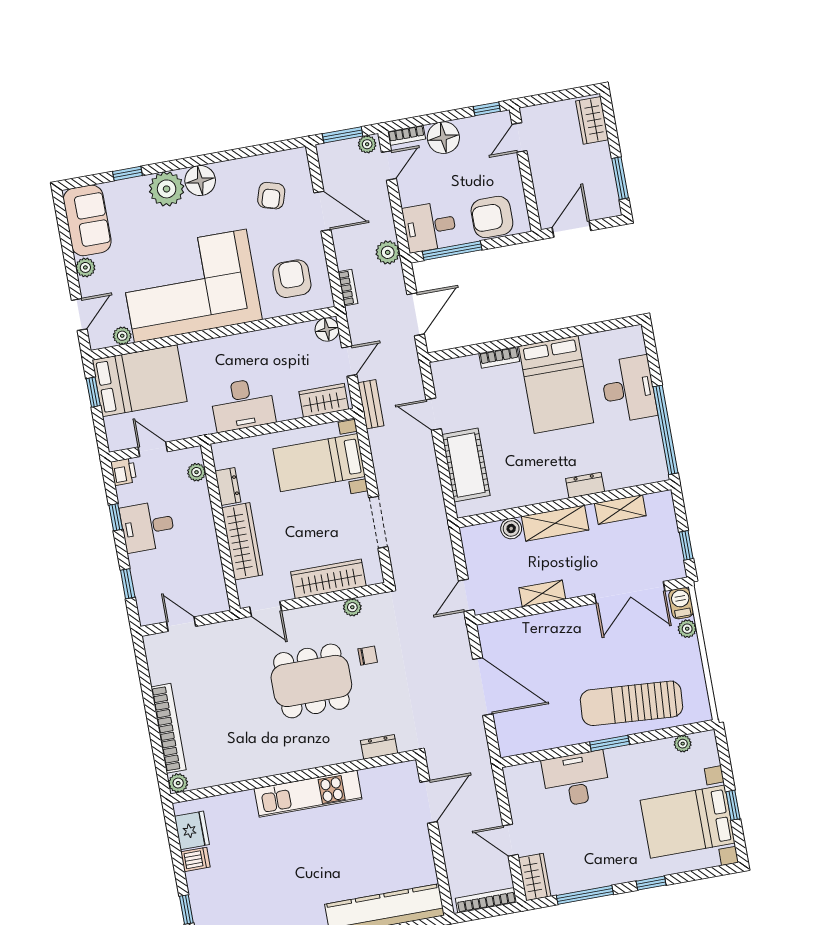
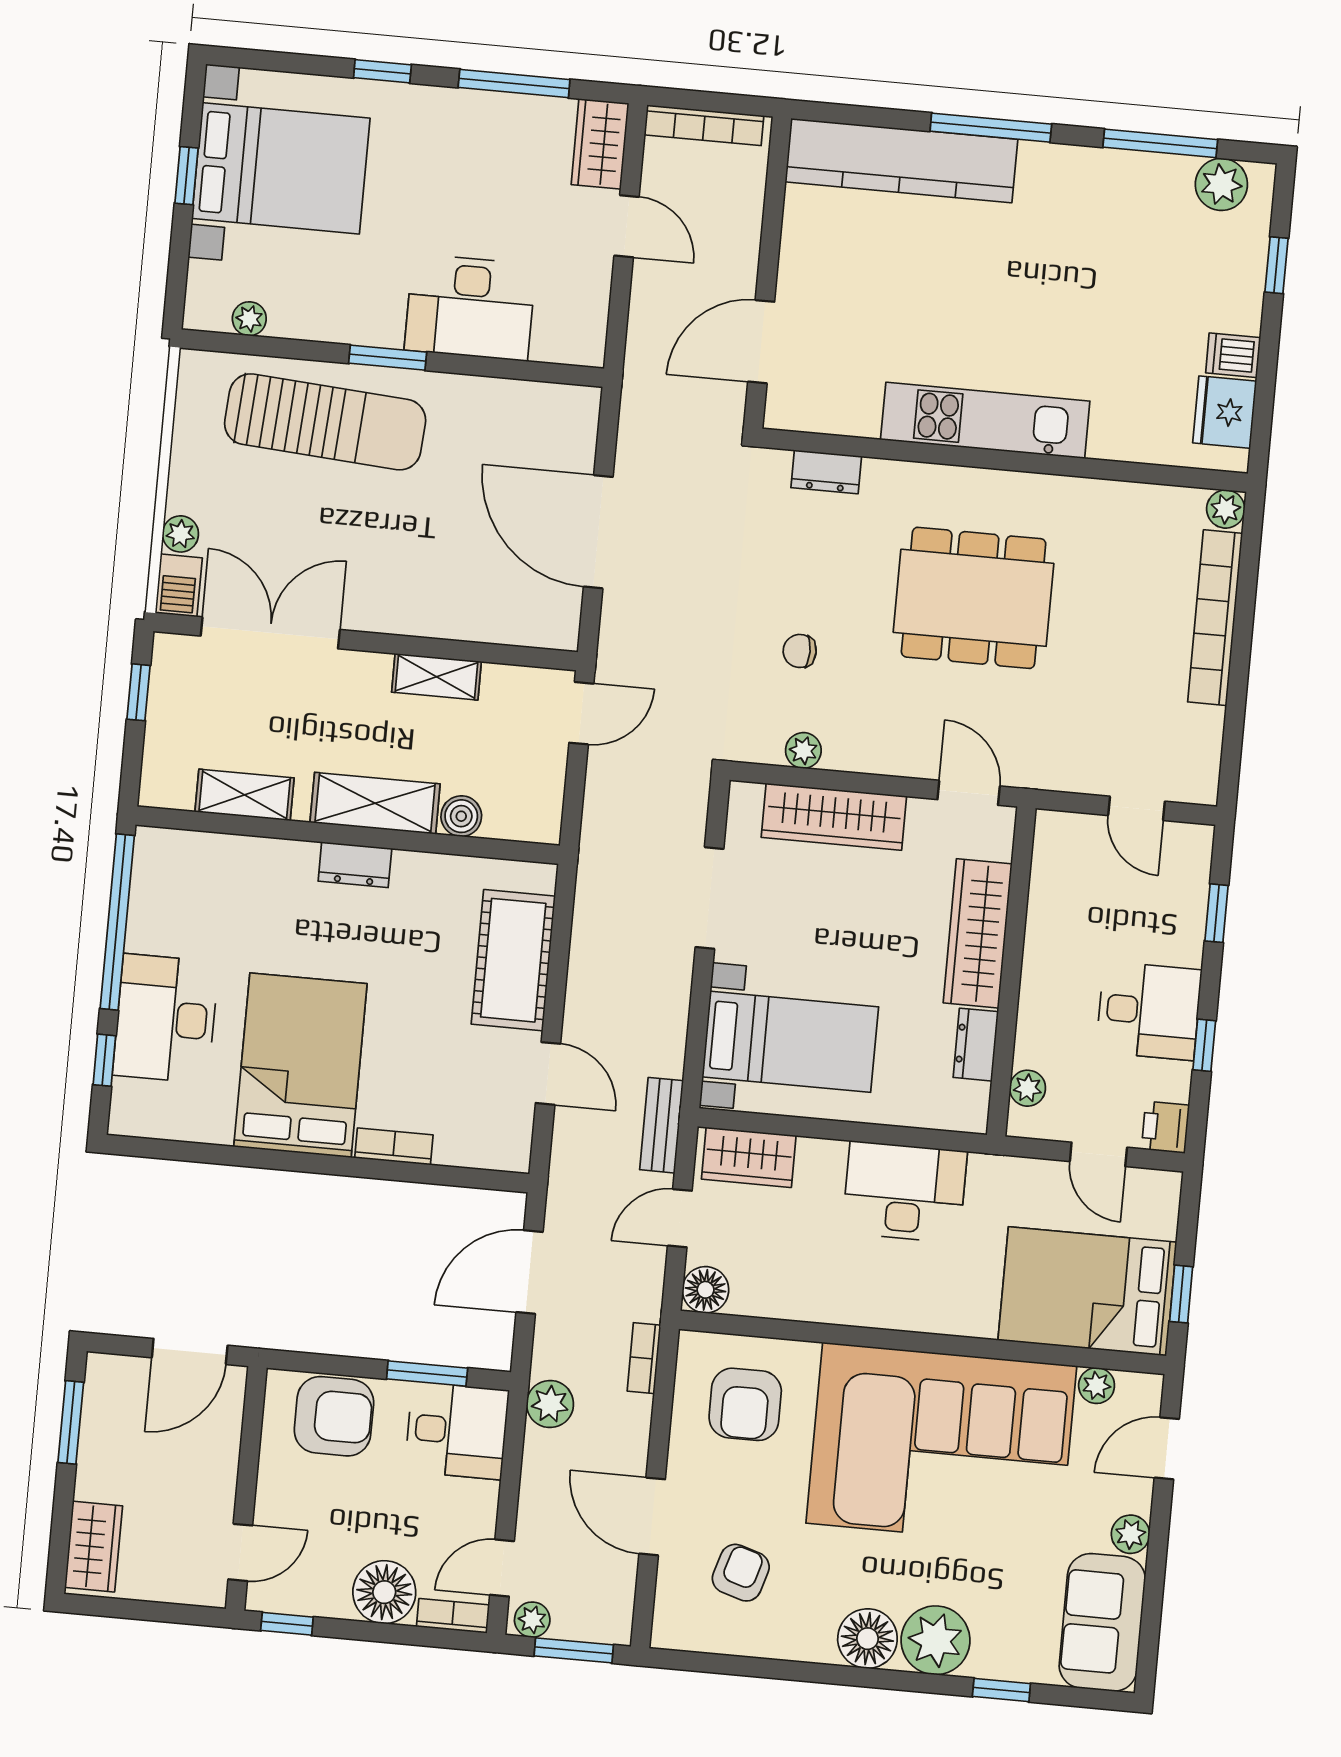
window: (452, 251) -> (427, 1374), width x0.69
window: (653, 360) -> (104, 1060), added
dresser: (585, 485) -> (355, 865), moved
dining table: (311, 681) -> (974, 598), moved

